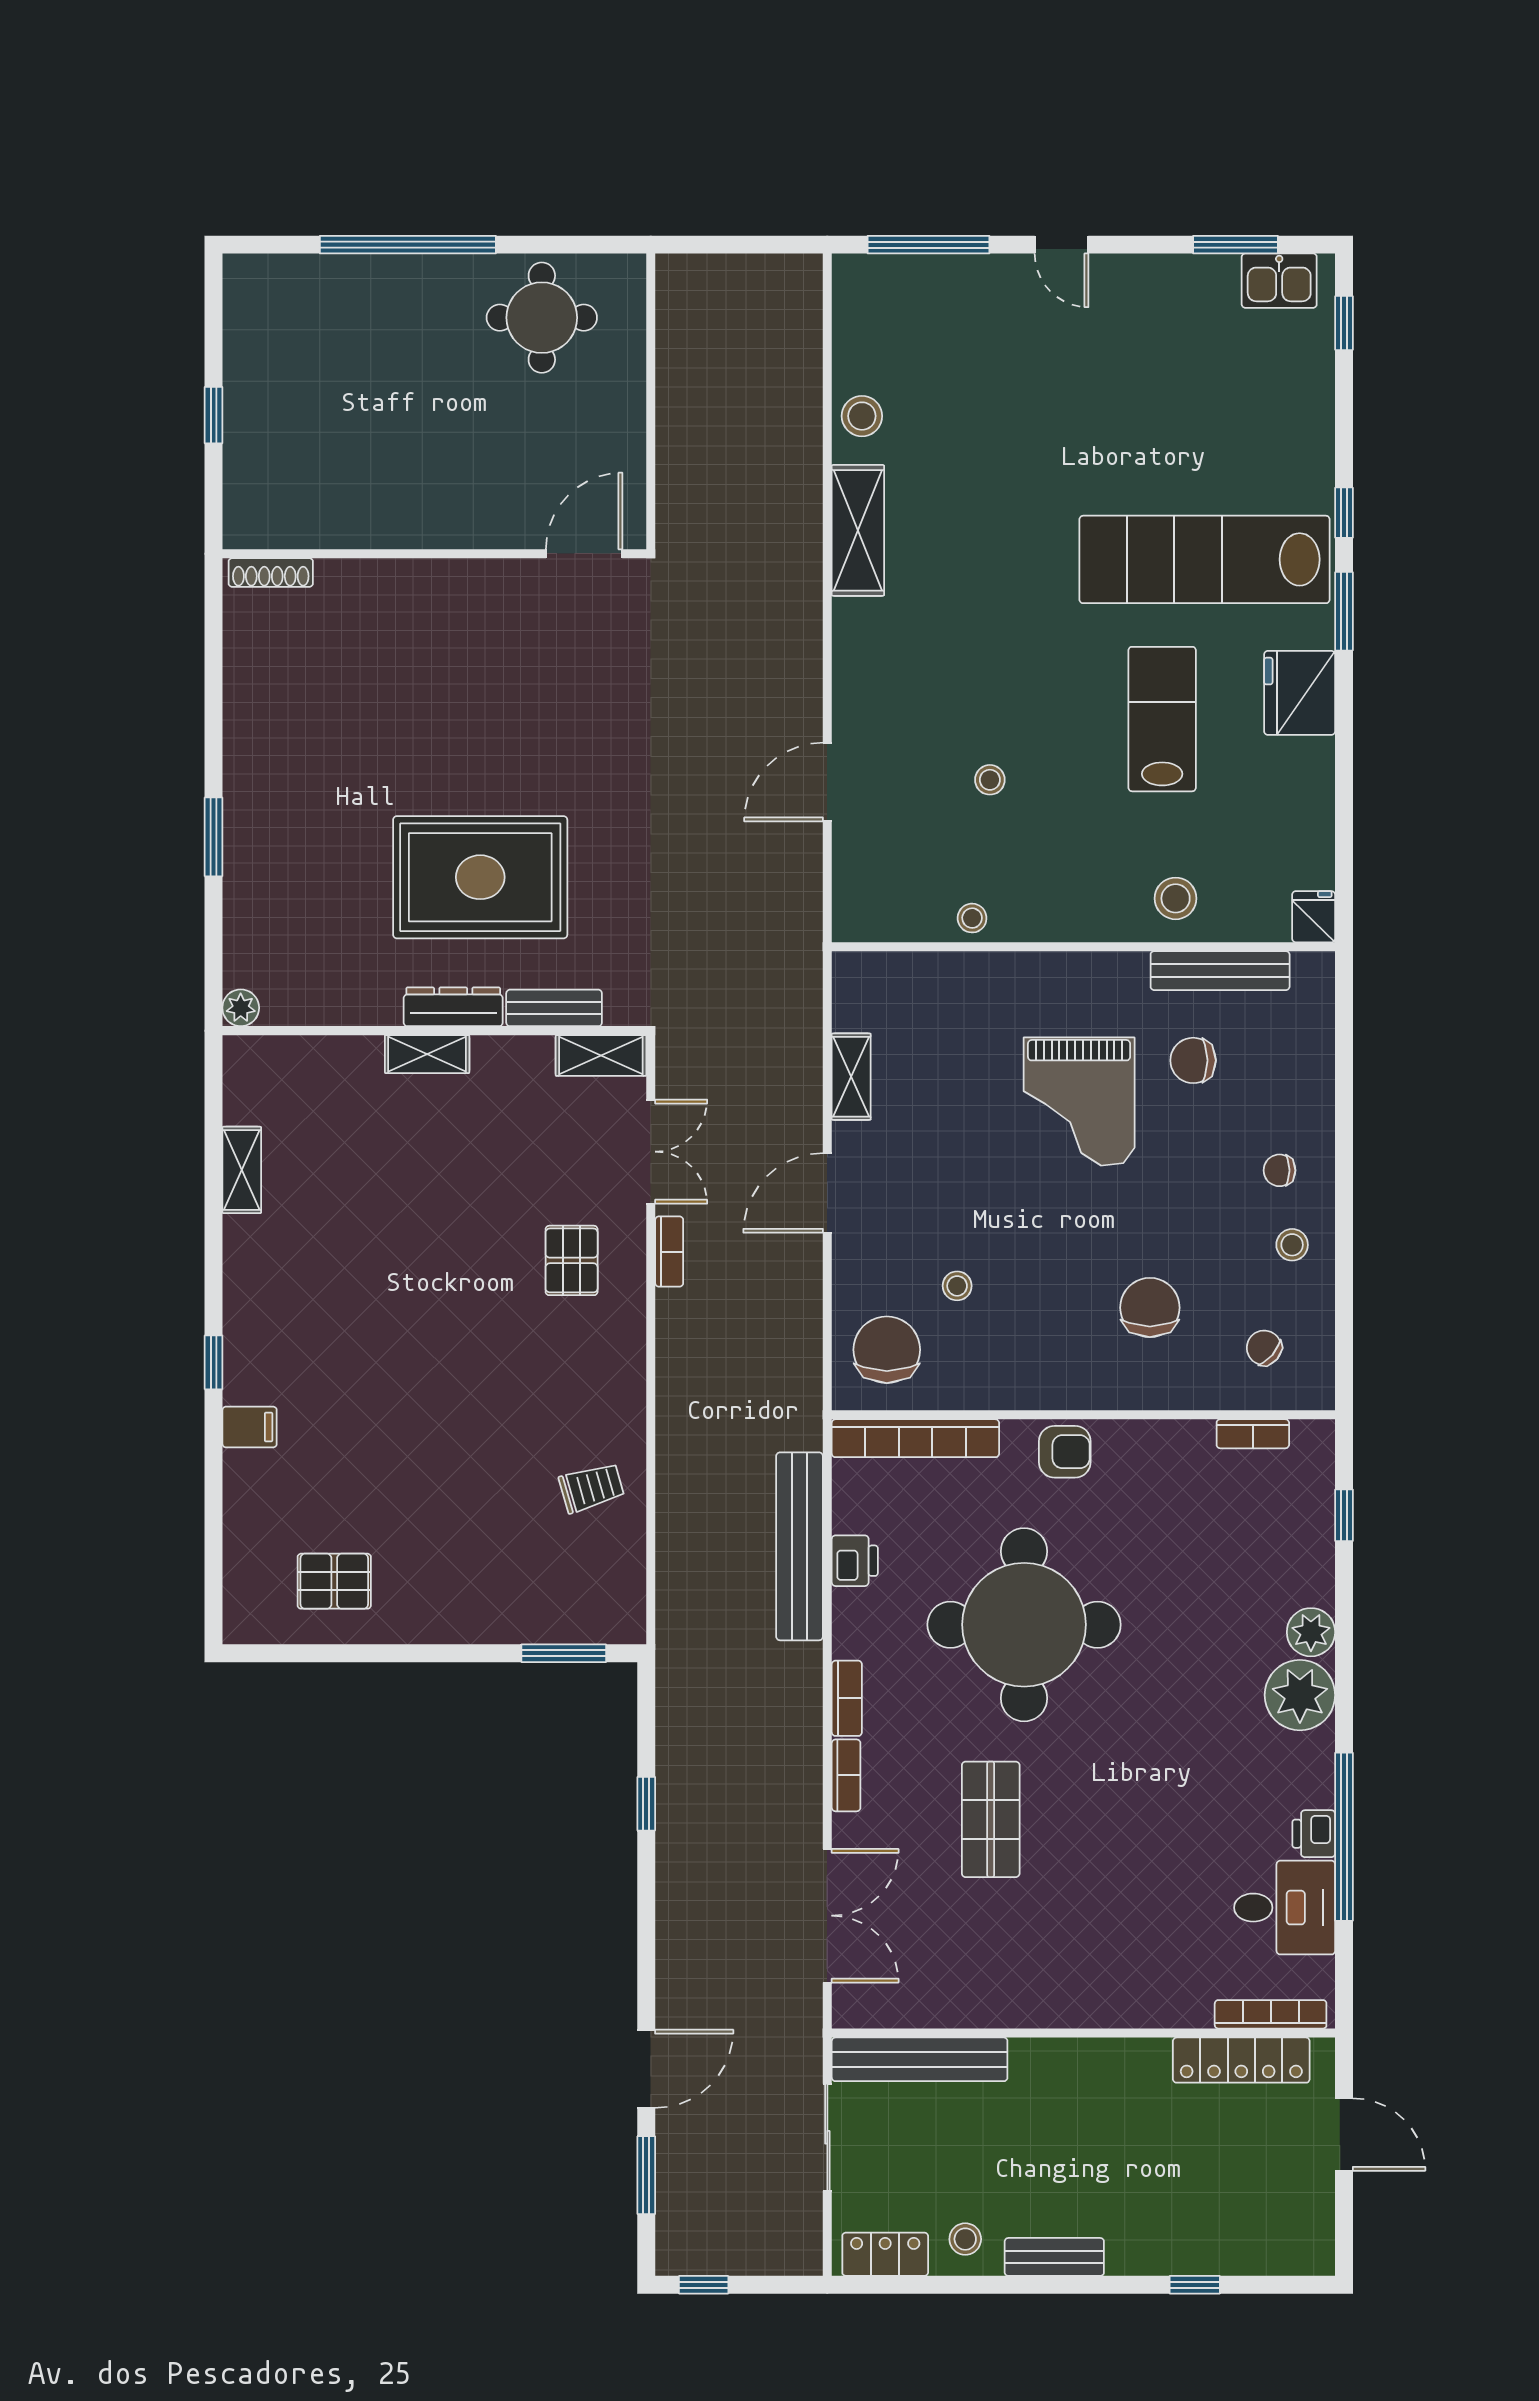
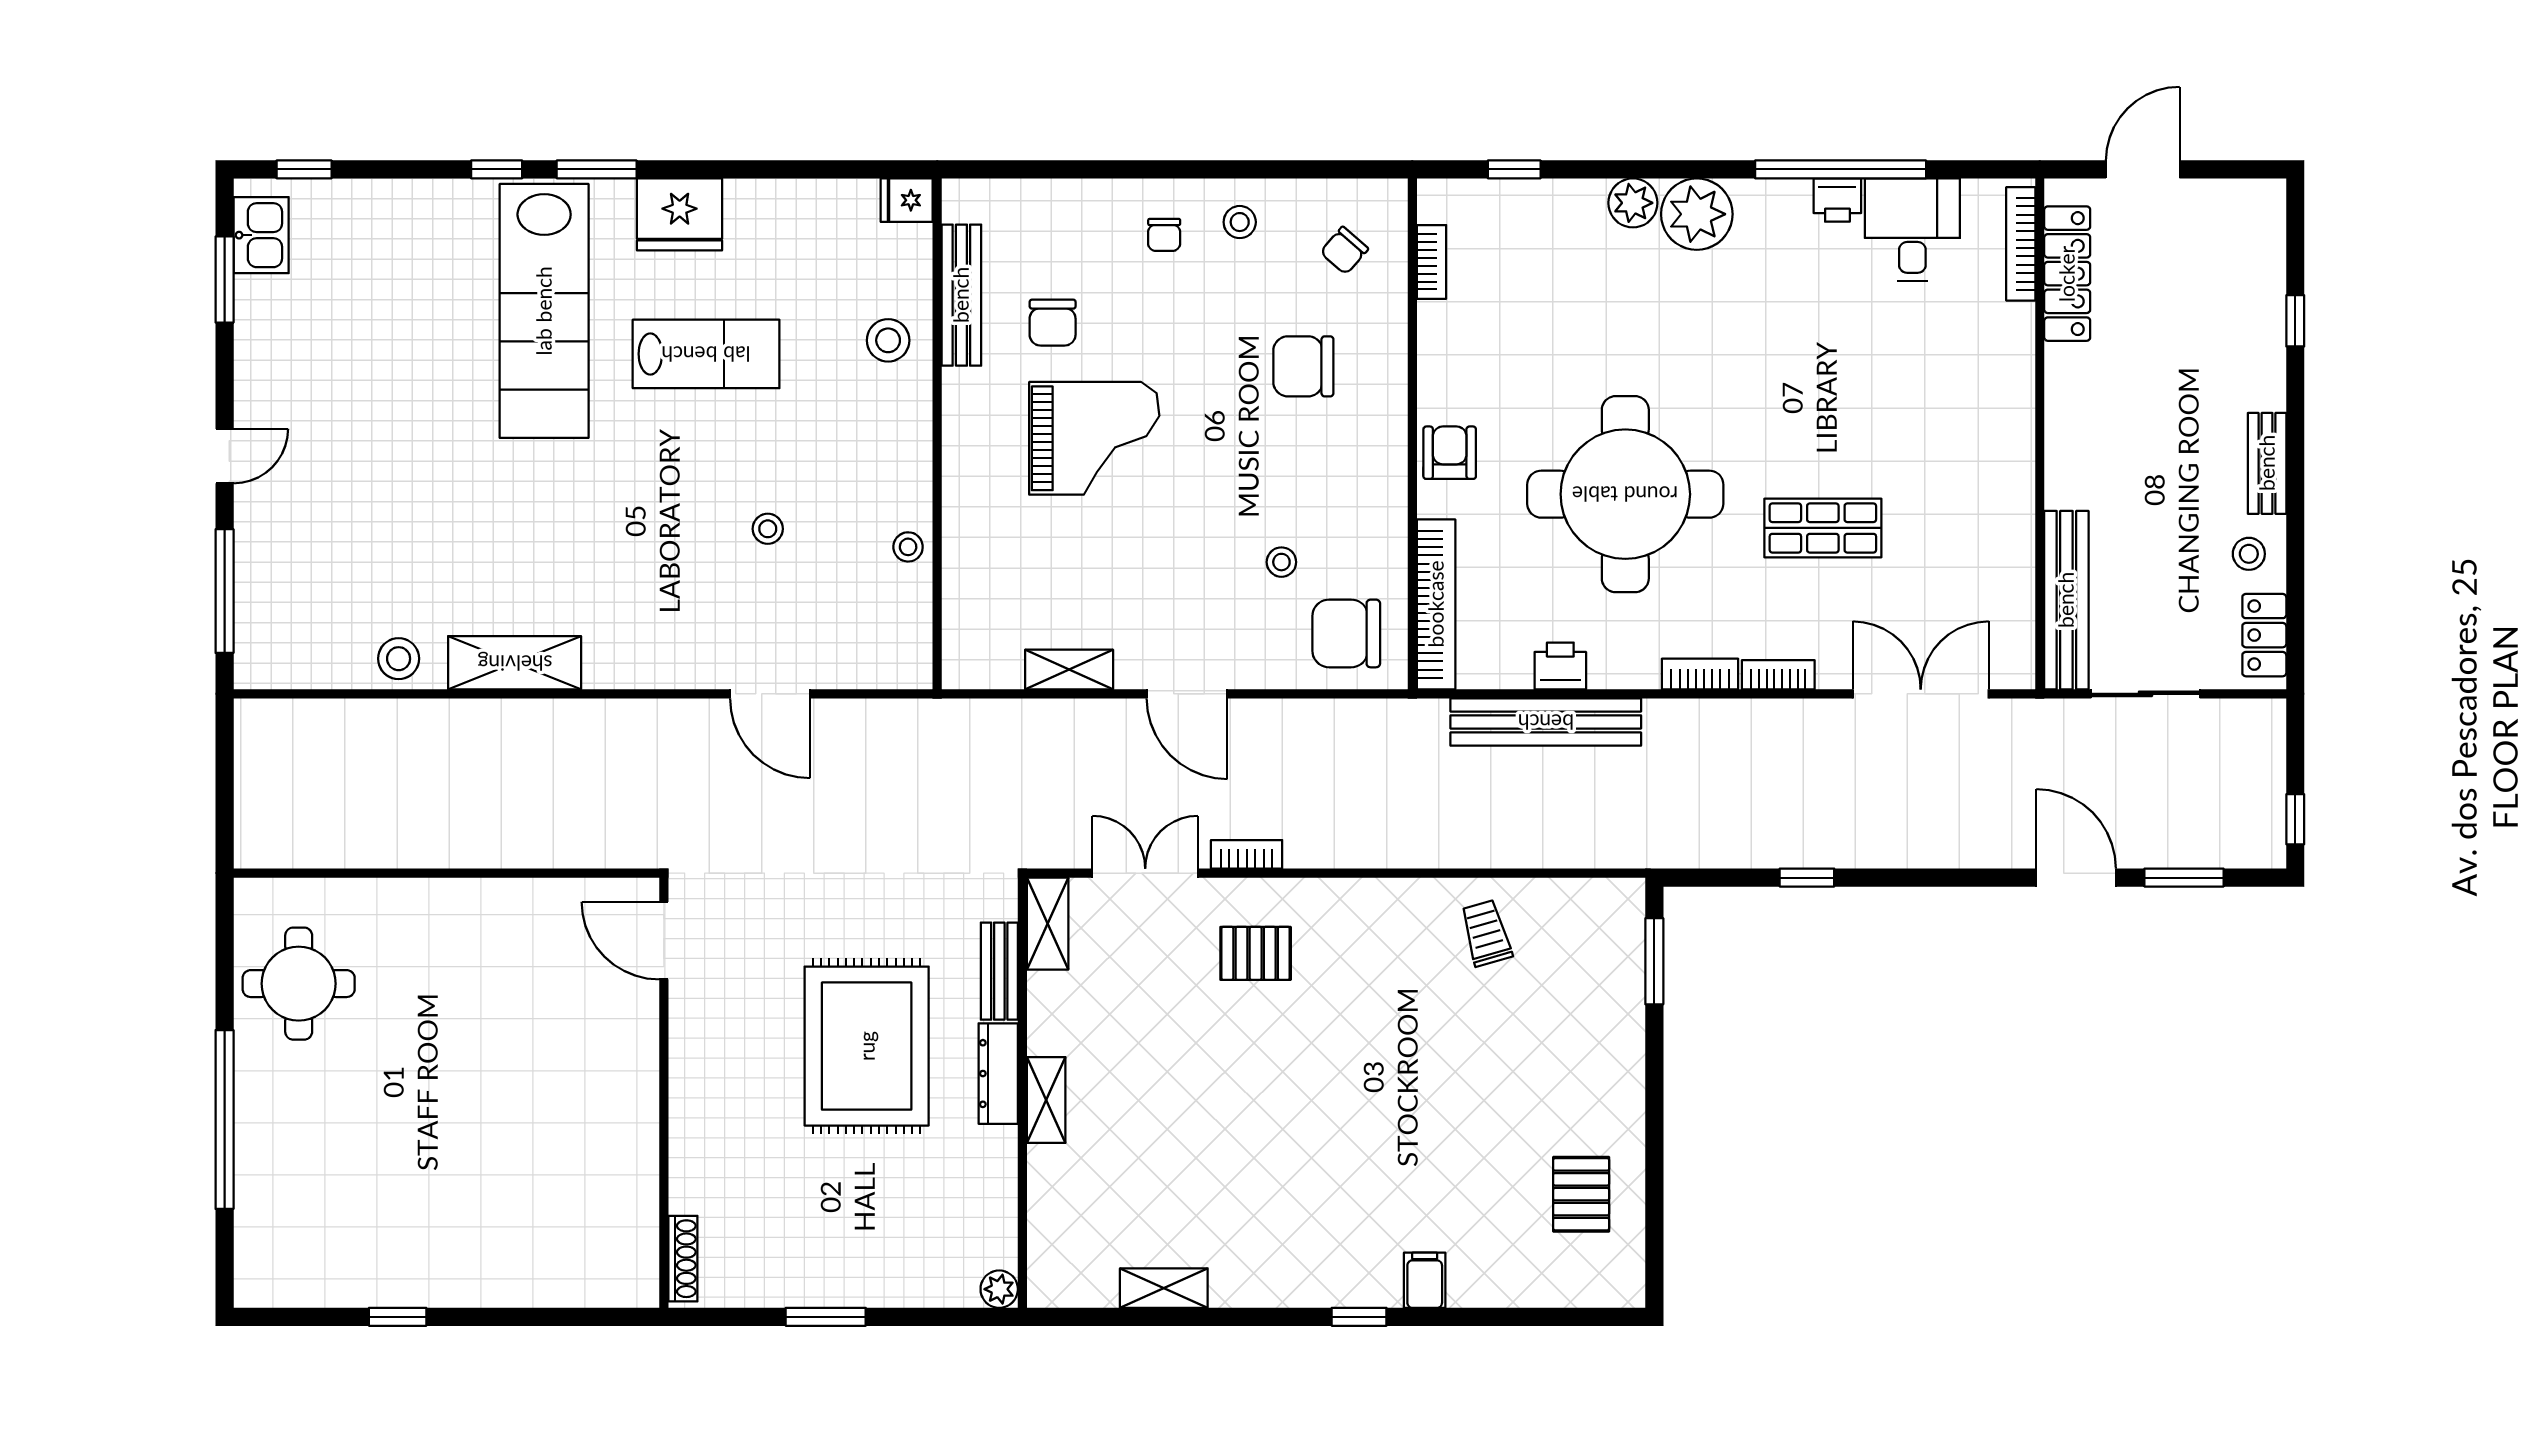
wall: (434, 554) -> (664, 1093), moved
door: (584, 554) -> (664, 941), moved
shoe rack: (271, 572) -> (683, 1259), moved
lab bench: (1162, 719) -> (706, 354), turned 180

